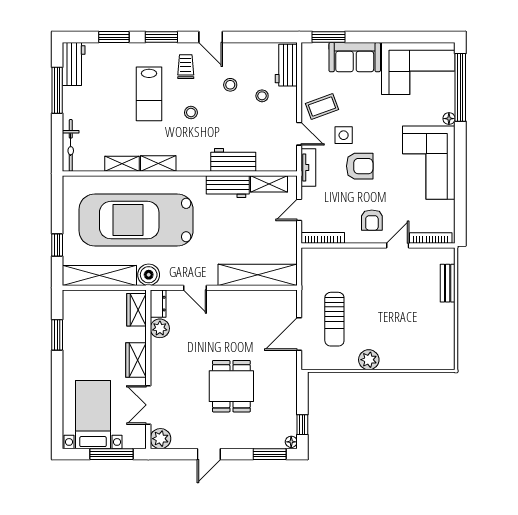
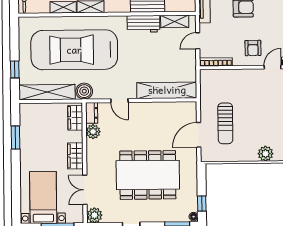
plant: (369, 360) -> (266, 154), moved
dining table: (231, 386) -> (148, 175), width x1.88, depth x1.24

